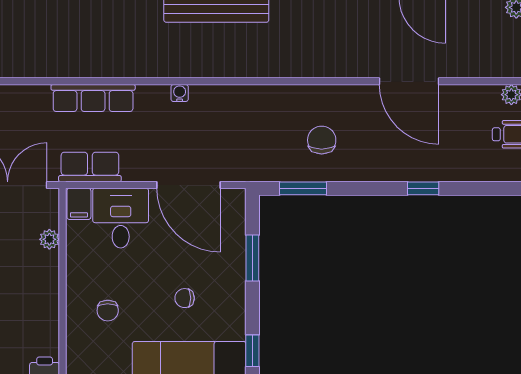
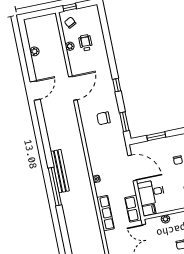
door: (189, 185) -> (132, 168), hinge flipped
window: (423, 188) -> (117, 85), moved

